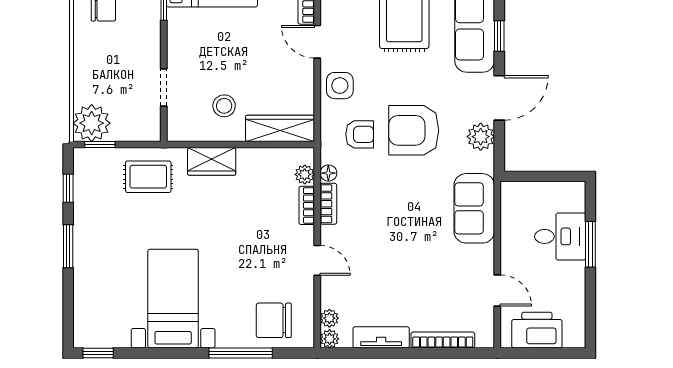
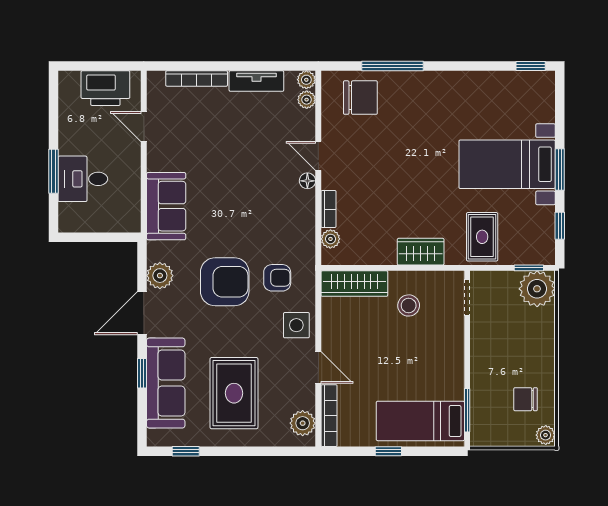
doorway: (164, 88) -> (467, 297), moved
armchair: (360, 134) -> (277, 278), turned 180
floor lamp: (328, 173) -> (307, 181), moved
rug: (148, 177) -> (482, 237), turned 90
bookcase: (328, 204) -> (307, 211), removed
bed with nightstands: (173, 299) -> (507, 164), moved, turned 90

